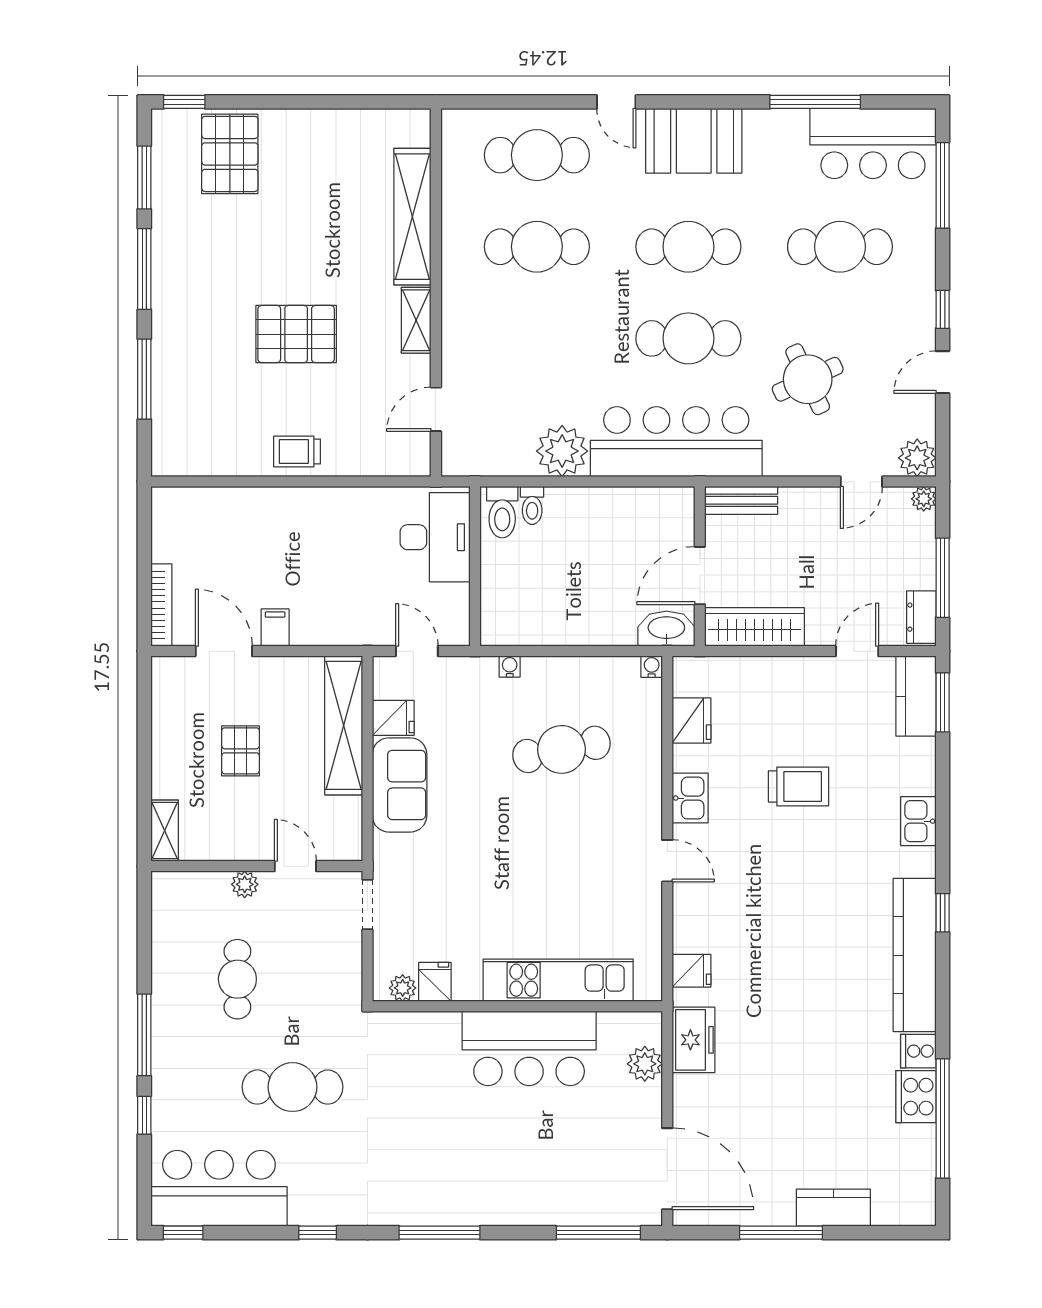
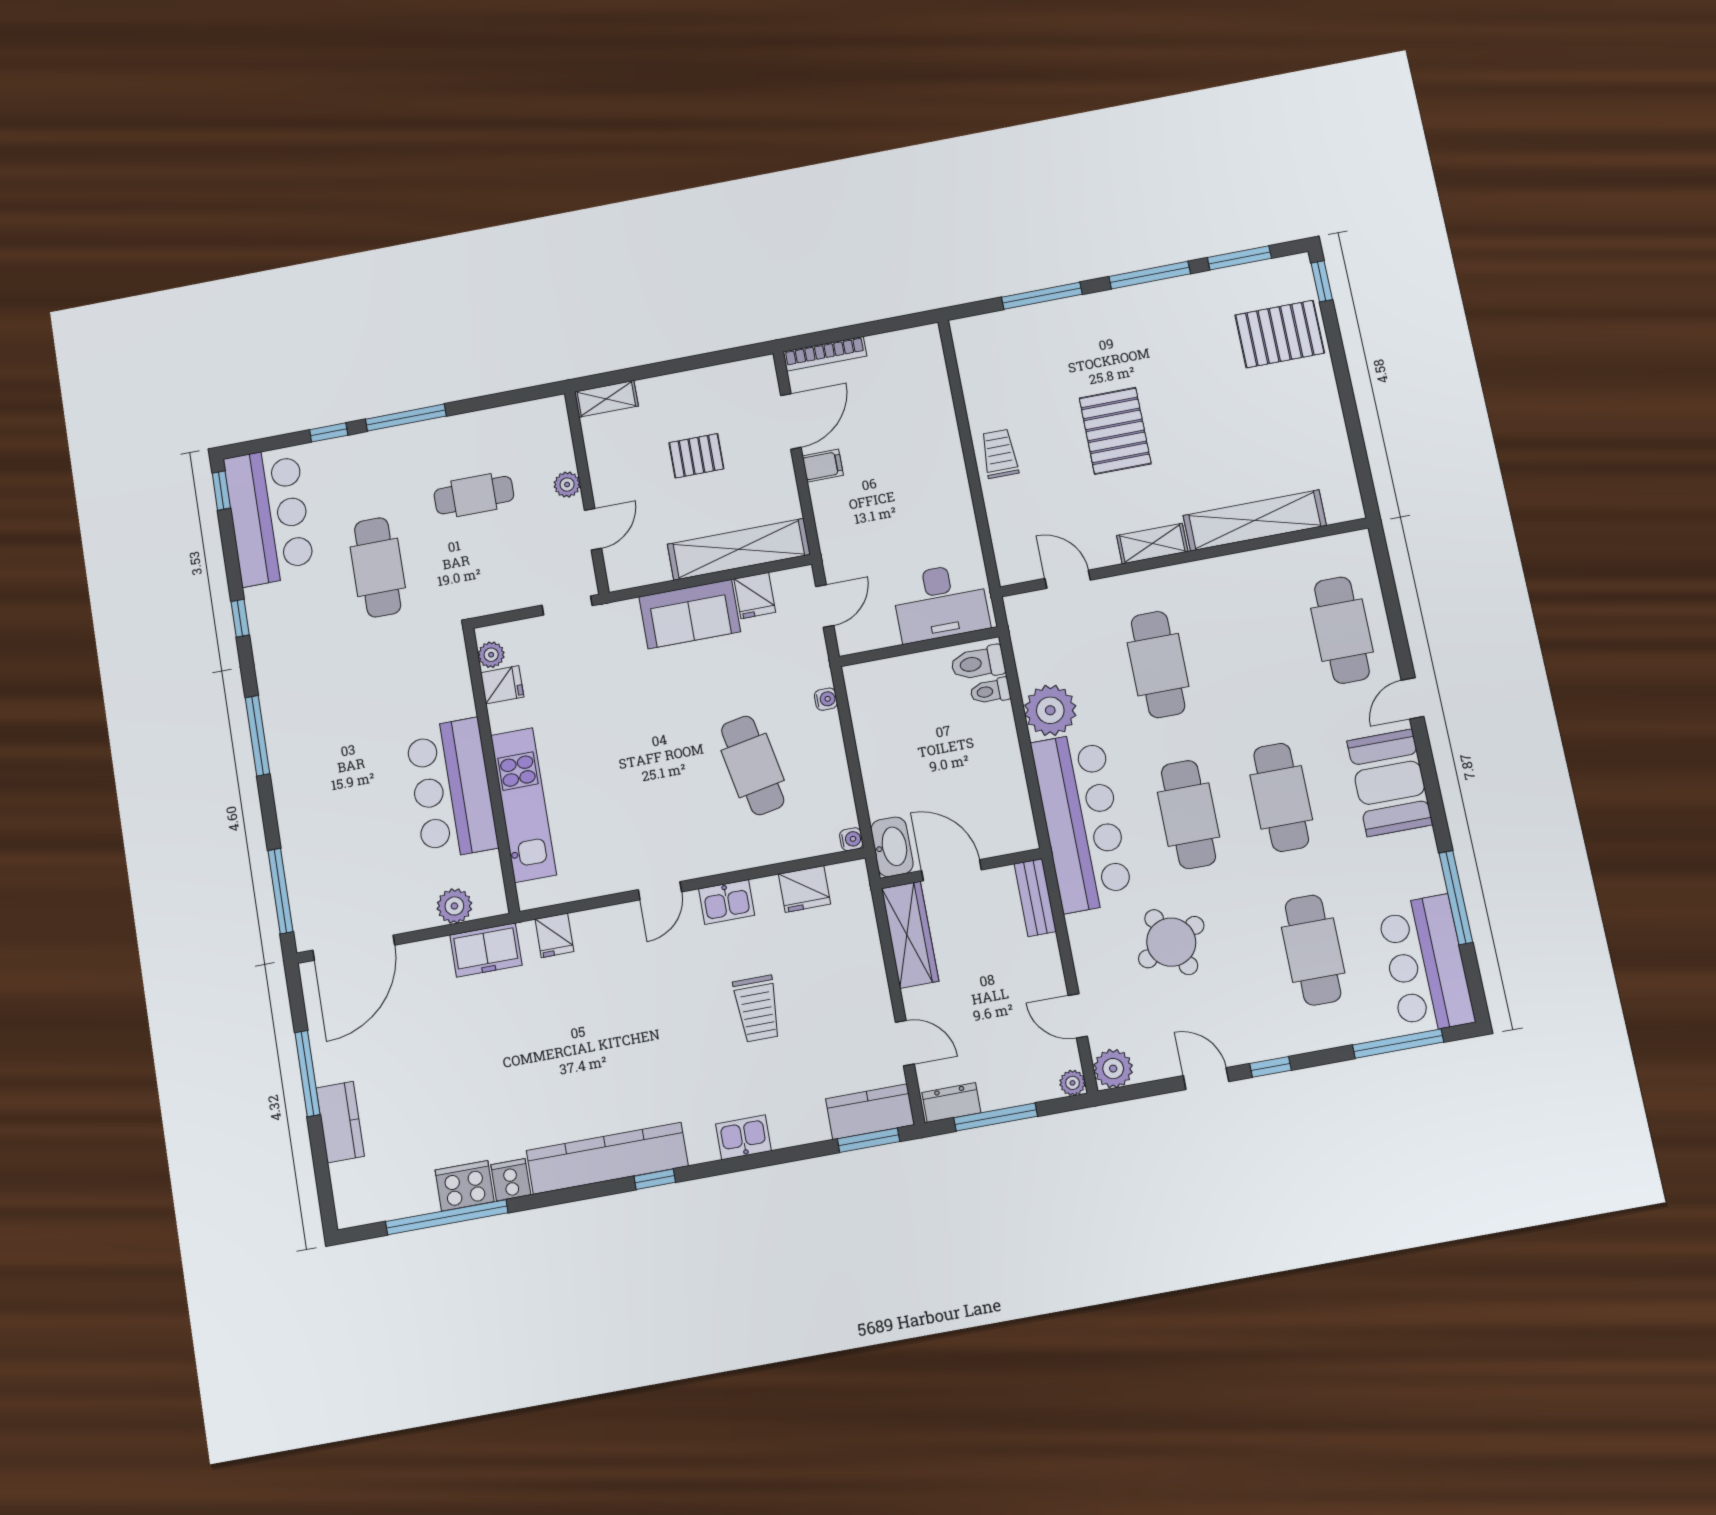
cafe table: (537, 247) -> (1158, 665), moved

